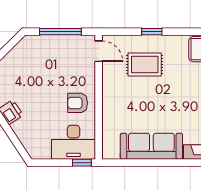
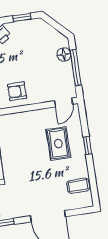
floor lamp: (43, 43) -> (64, 54), added
armchair: (78, 103) -> (17, 91), turned -90

